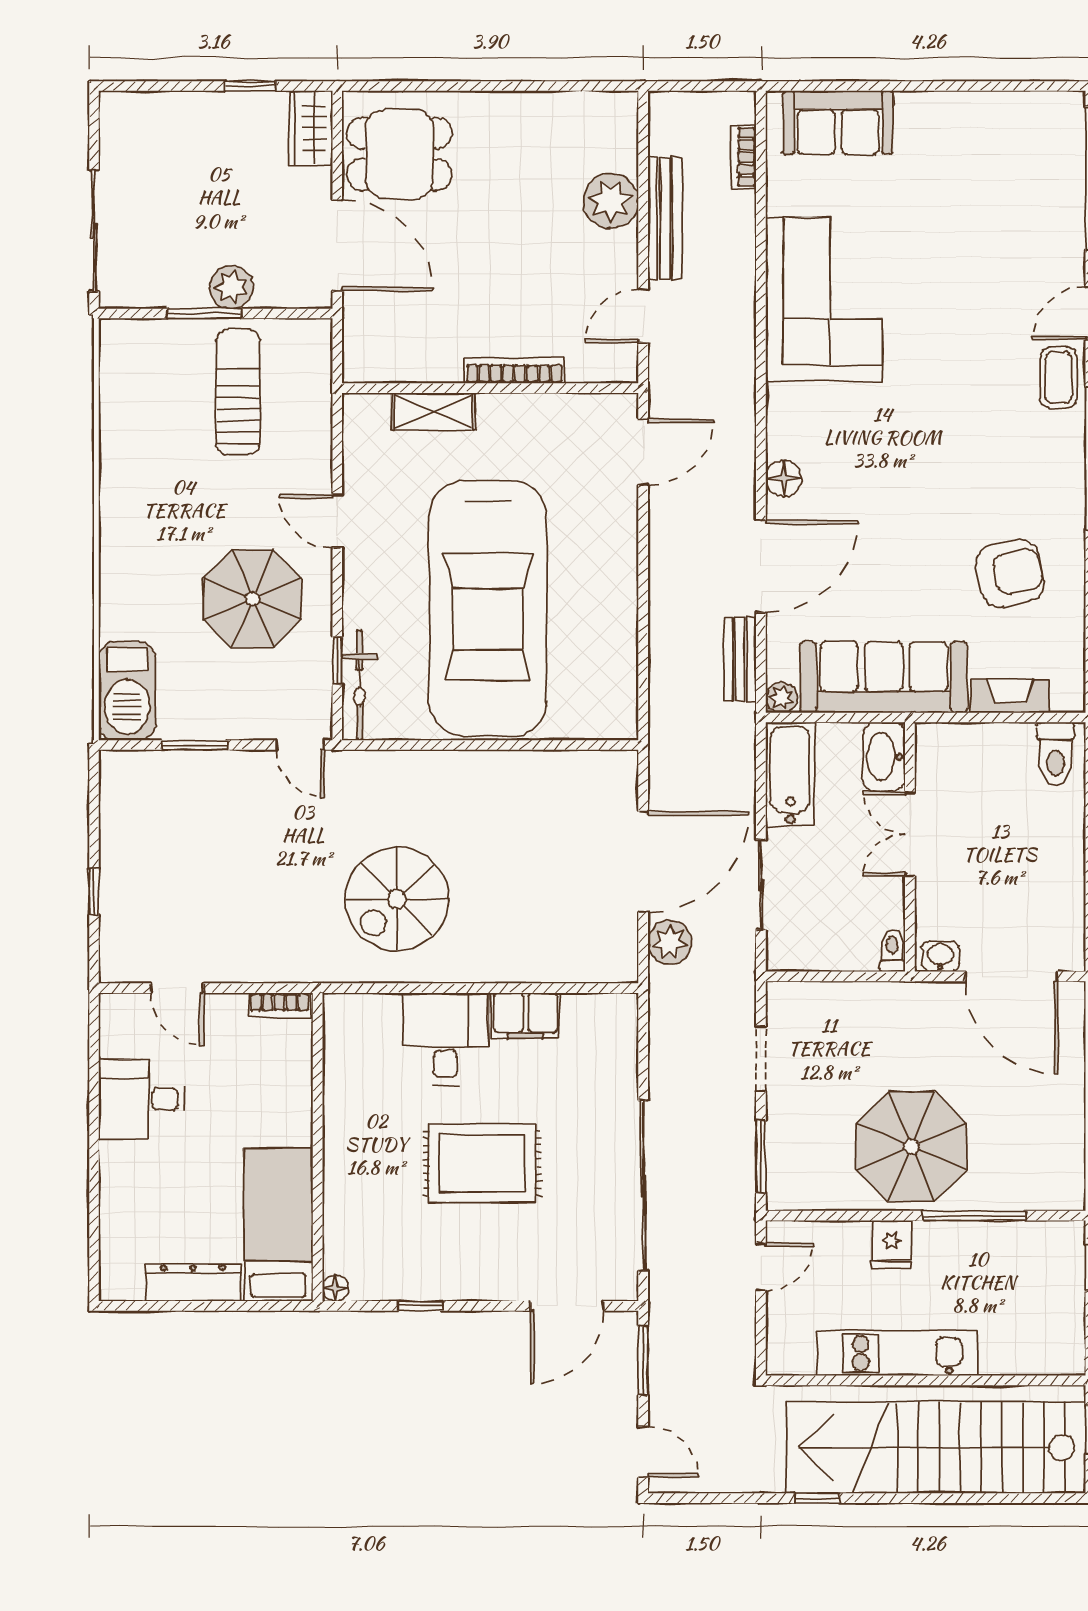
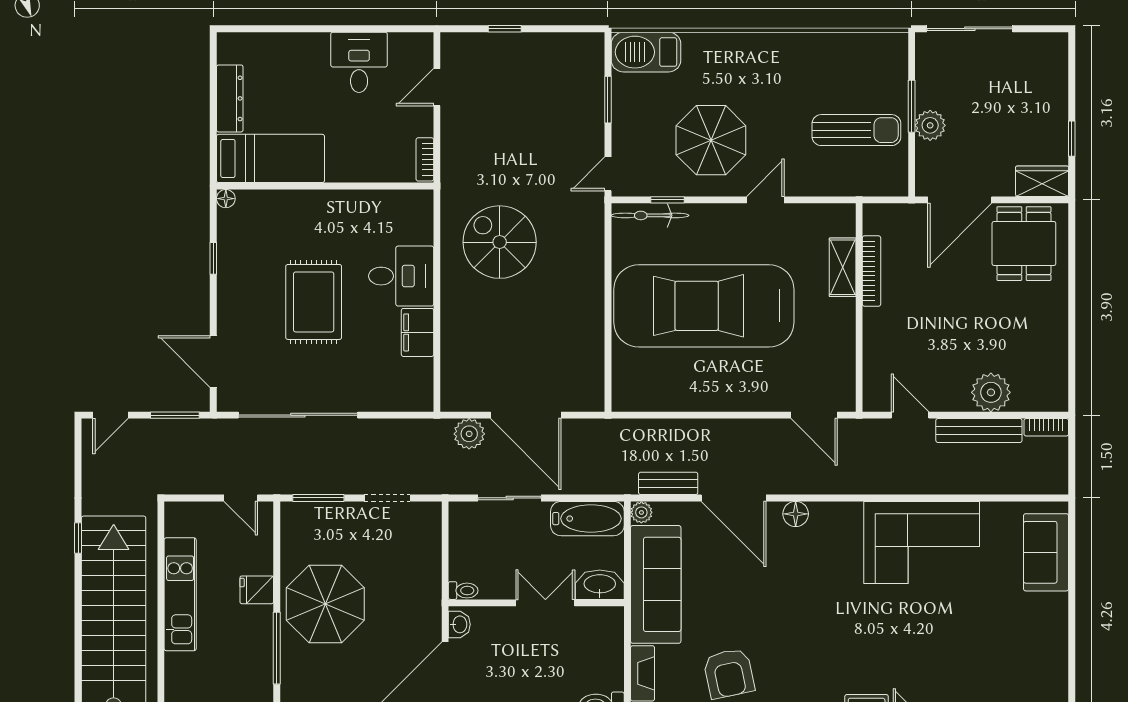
bookcase: (744, 157) -> (1046, 427), moved, turned 180
bookcase: (514, 371) -> (872, 271), moved

